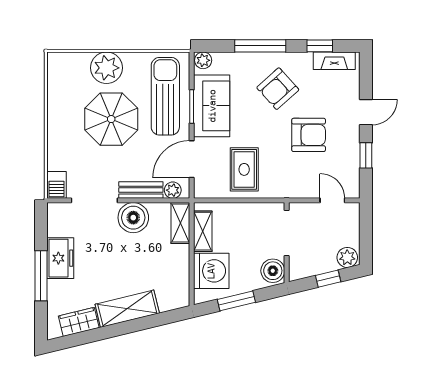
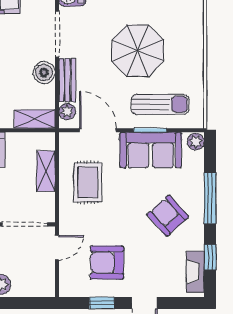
plant: (106, 68) -> (188, 46), removed
sun lounger: (165, 96) -> (160, 104), width x0.73, depth x0.75
armchair: (309, 135) -> (107, 263), moved, turned 90
rug: (244, 169) -> (88, 182), turned 90
door: (332, 200) -> (57, 248), moved
boiler: (133, 218) -> (44, 73), width x0.73, depth x0.73
shelving: (203, 231) -> (46, 171), moved, turned 90

